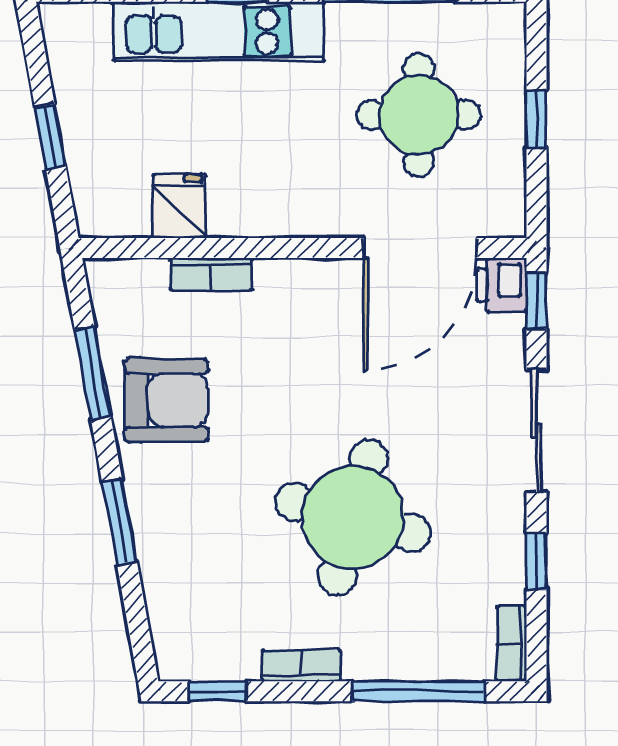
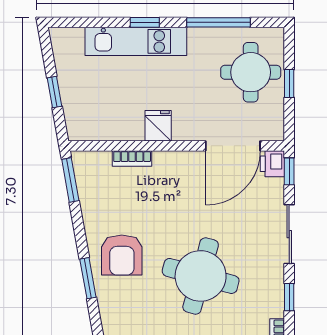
round table: (419, 115) -> (251, 72), moved
fridge: (179, 206) -> (158, 126), moved
window: (93, 373) -> (70, 180), moved
armchair: (166, 400) -> (122, 255), moved, turned 90

